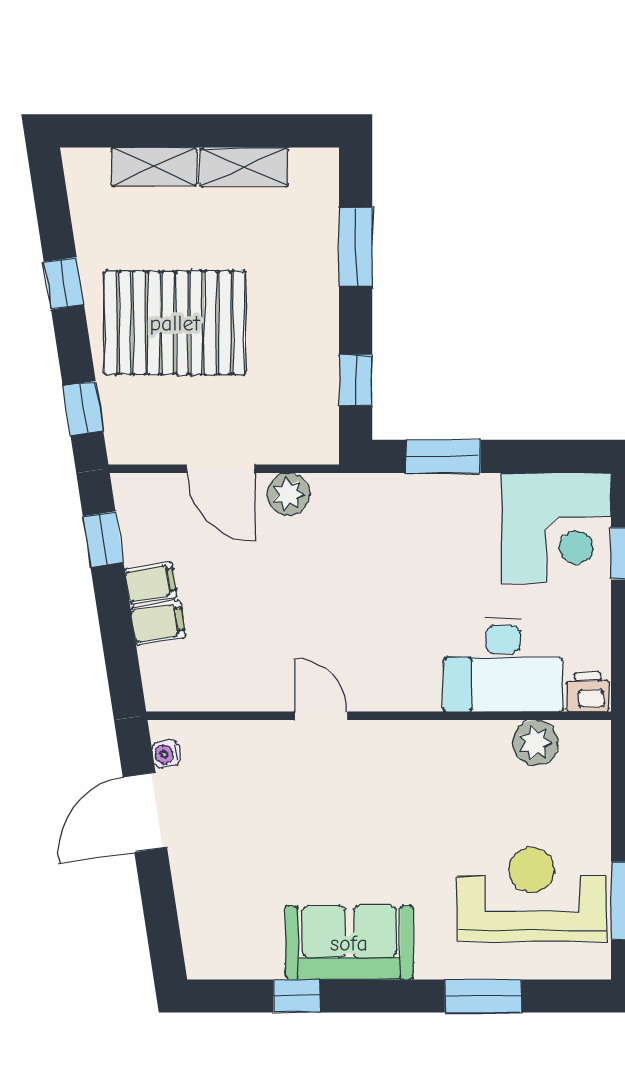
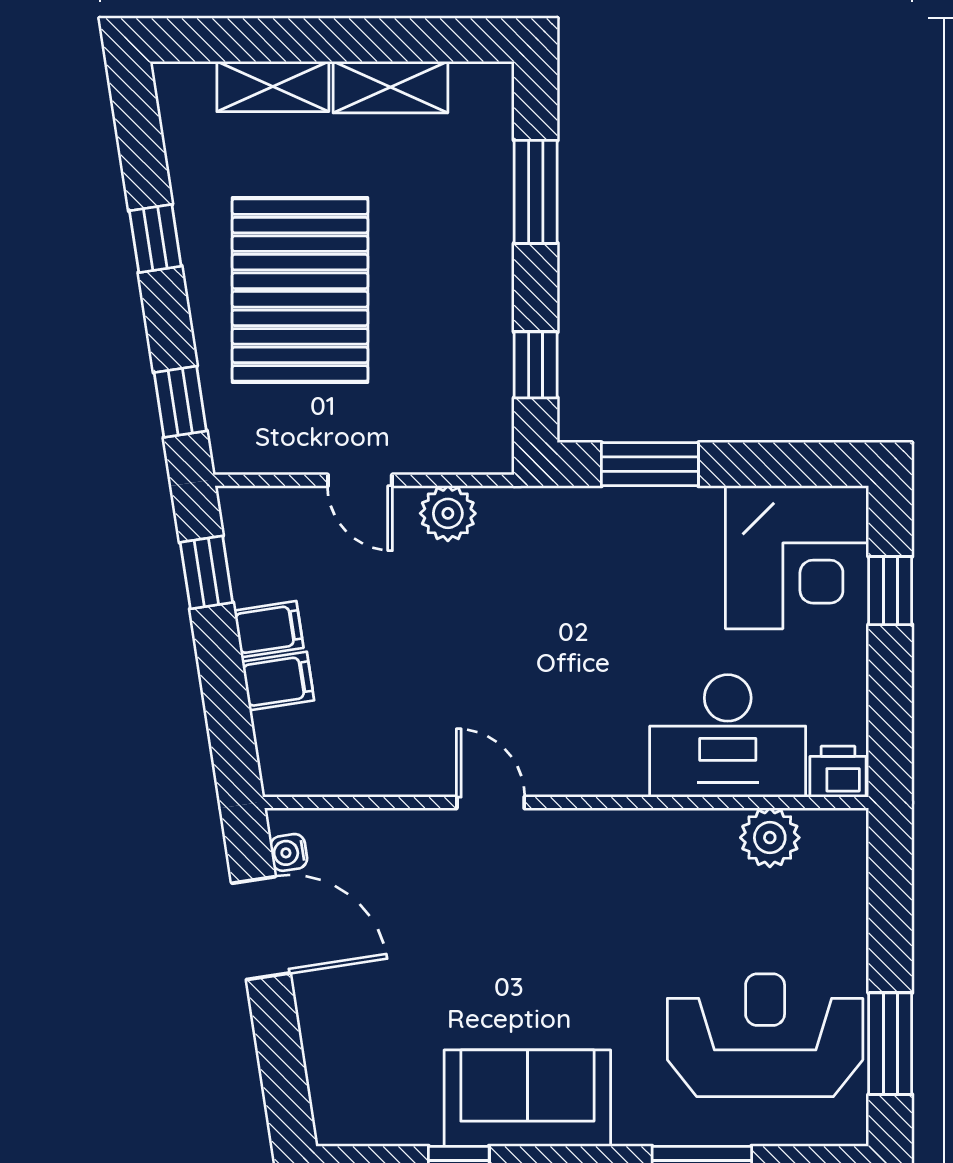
pallet: (175, 323) -> (300, 290), turned 90
door: (221, 469) -> (360, 480), width x0.73
door: (145, 812) -> (261, 928), swing flipped

